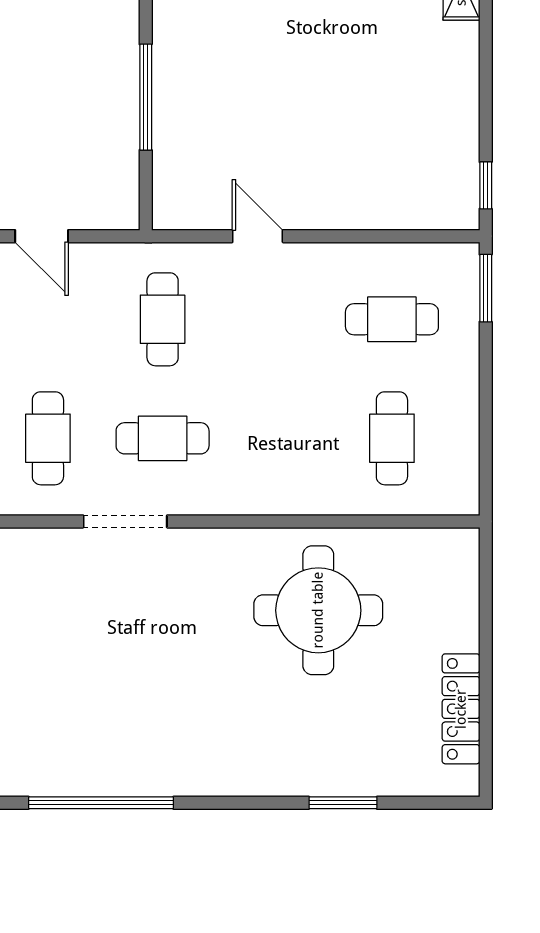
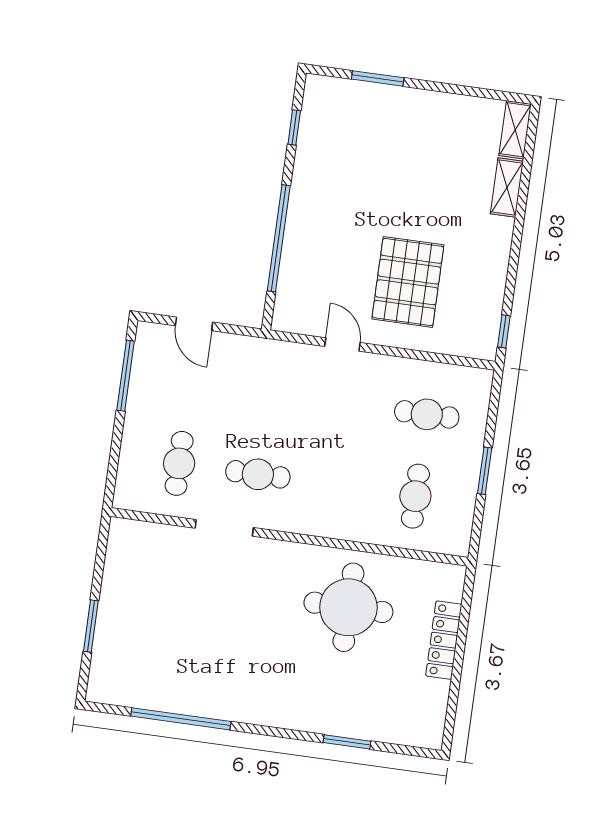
window: (146, 97) -> (279, 238), width x1.46
pallet: (339, 134) -> (408, 282), added
window: (486, 288) -> (485, 471), moved
cafe table: (163, 319) -> (269, 393), removed
locker: (461, 709) -> (444, 640), moved

